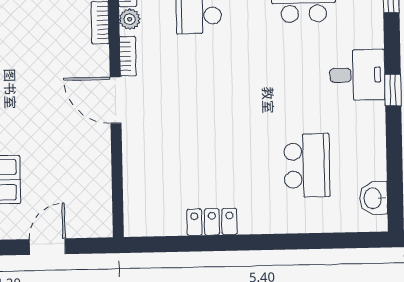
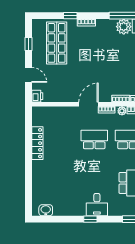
school desk: (307, 165) -> (94, 139), moved, turned 180
locker: (212, 222) -> (37, 143), width x1.53
printer: (98, 224) -> (37, 96), added

